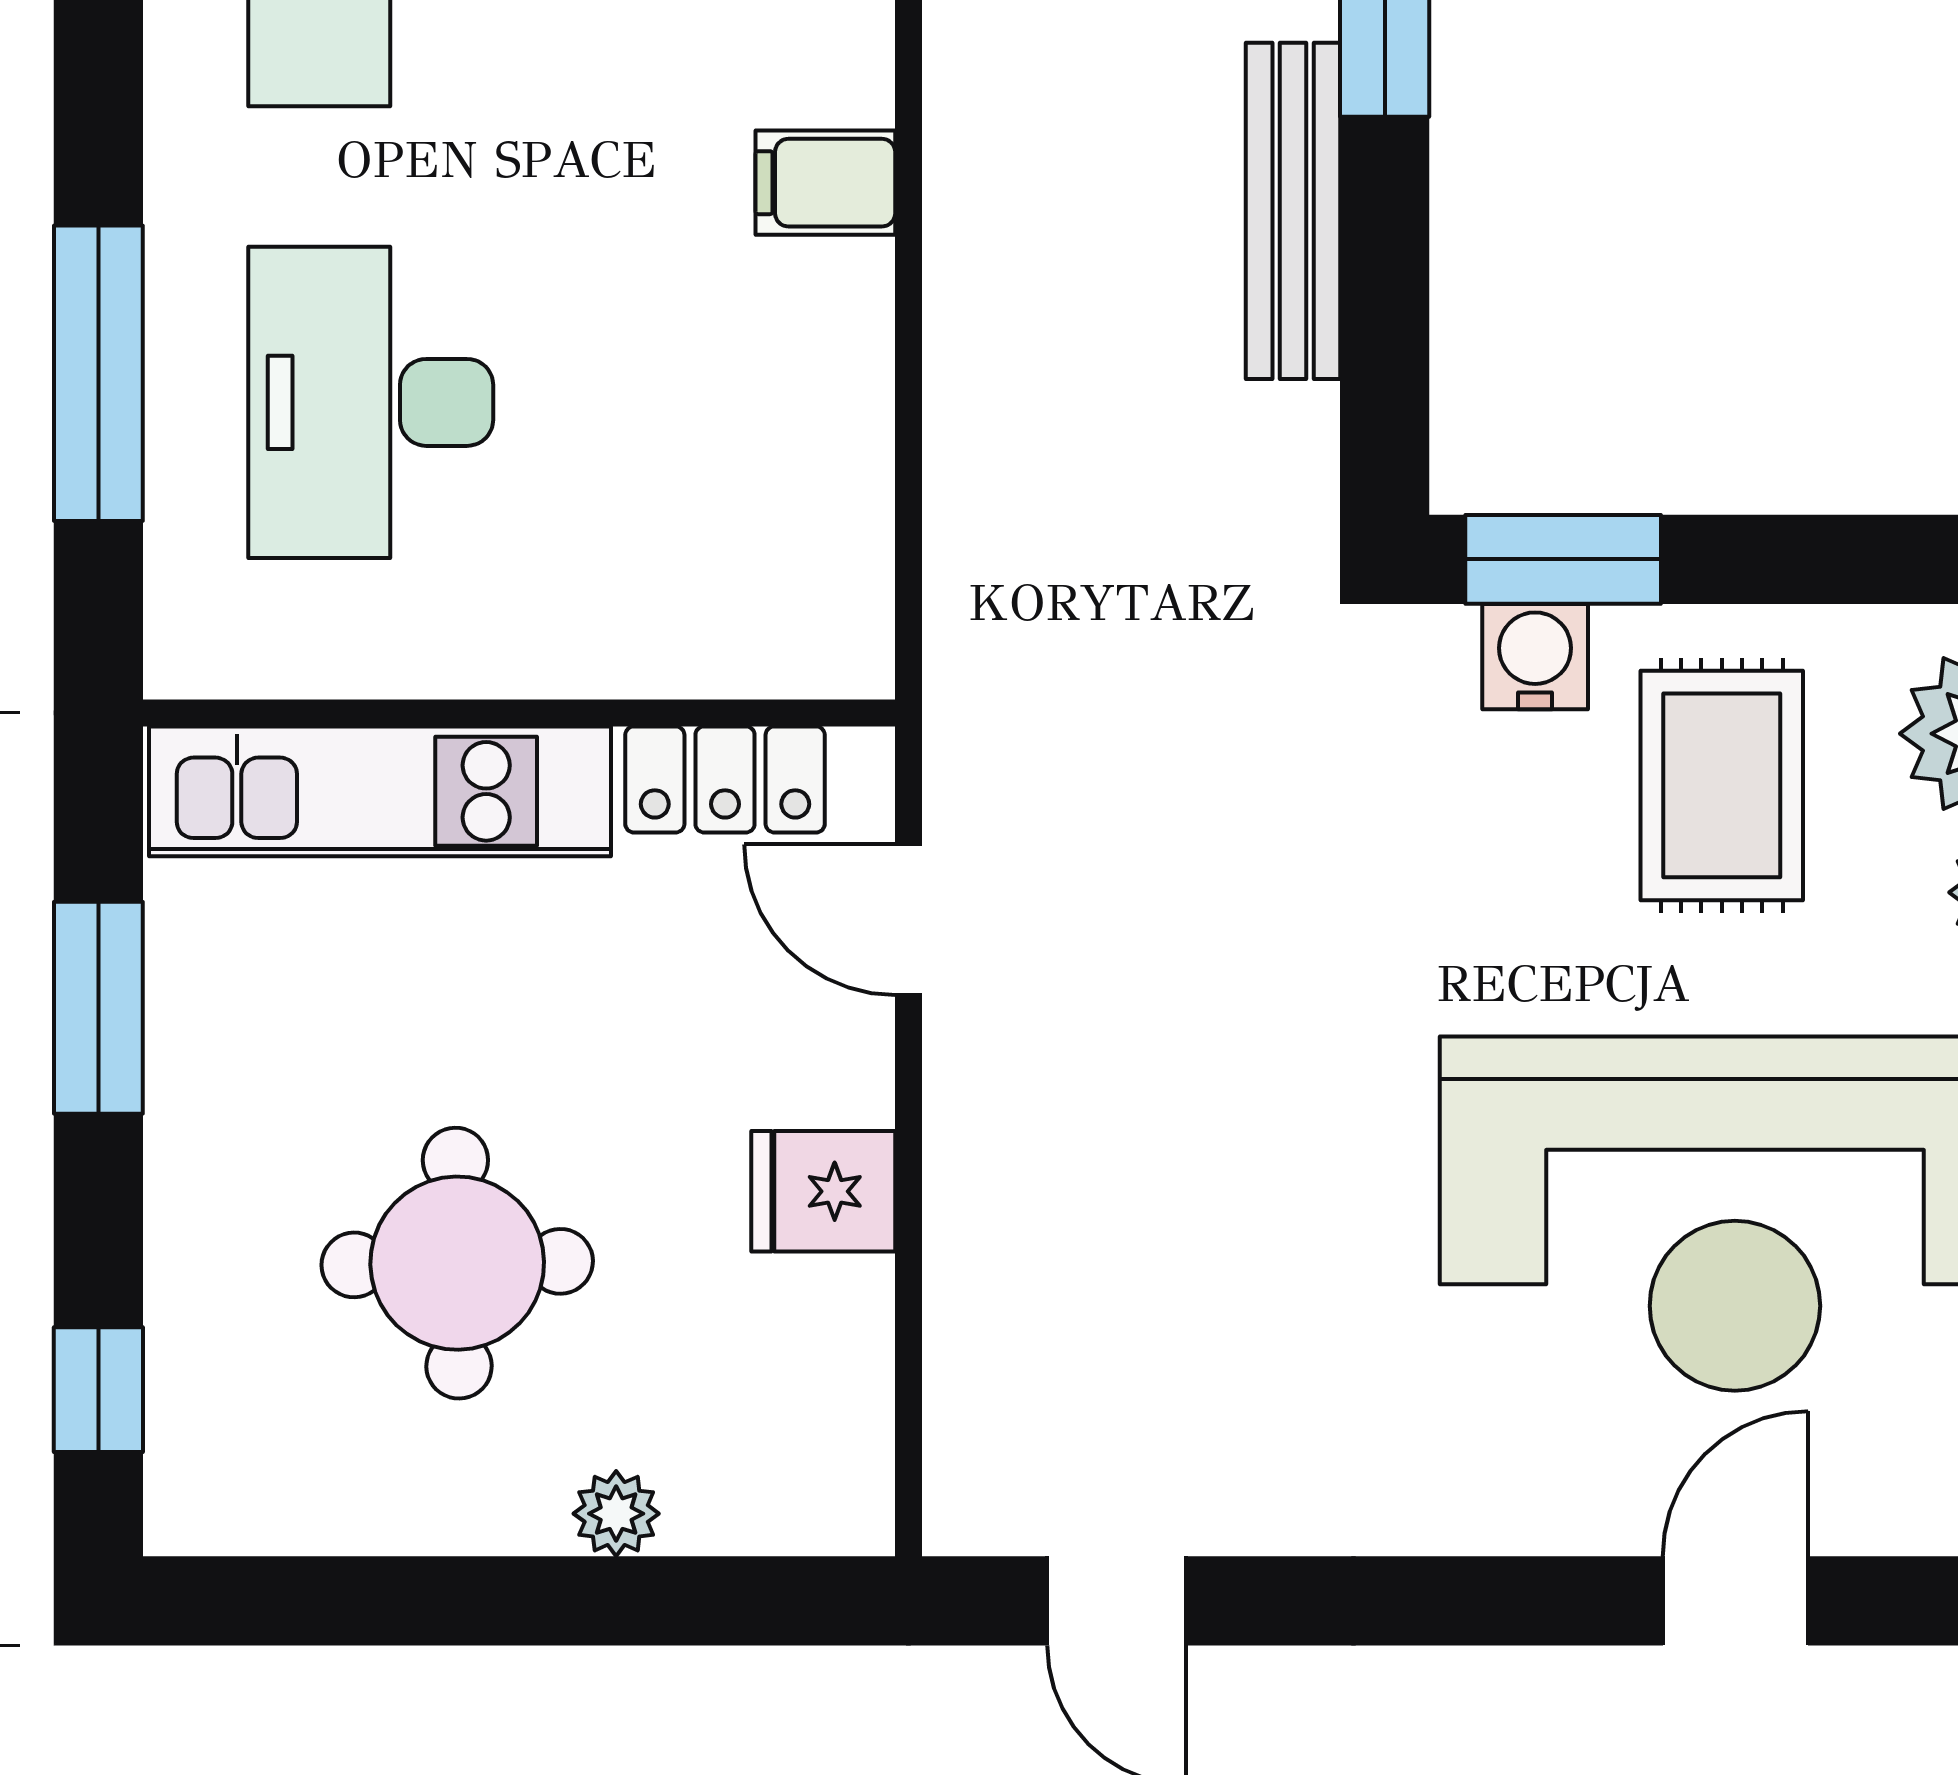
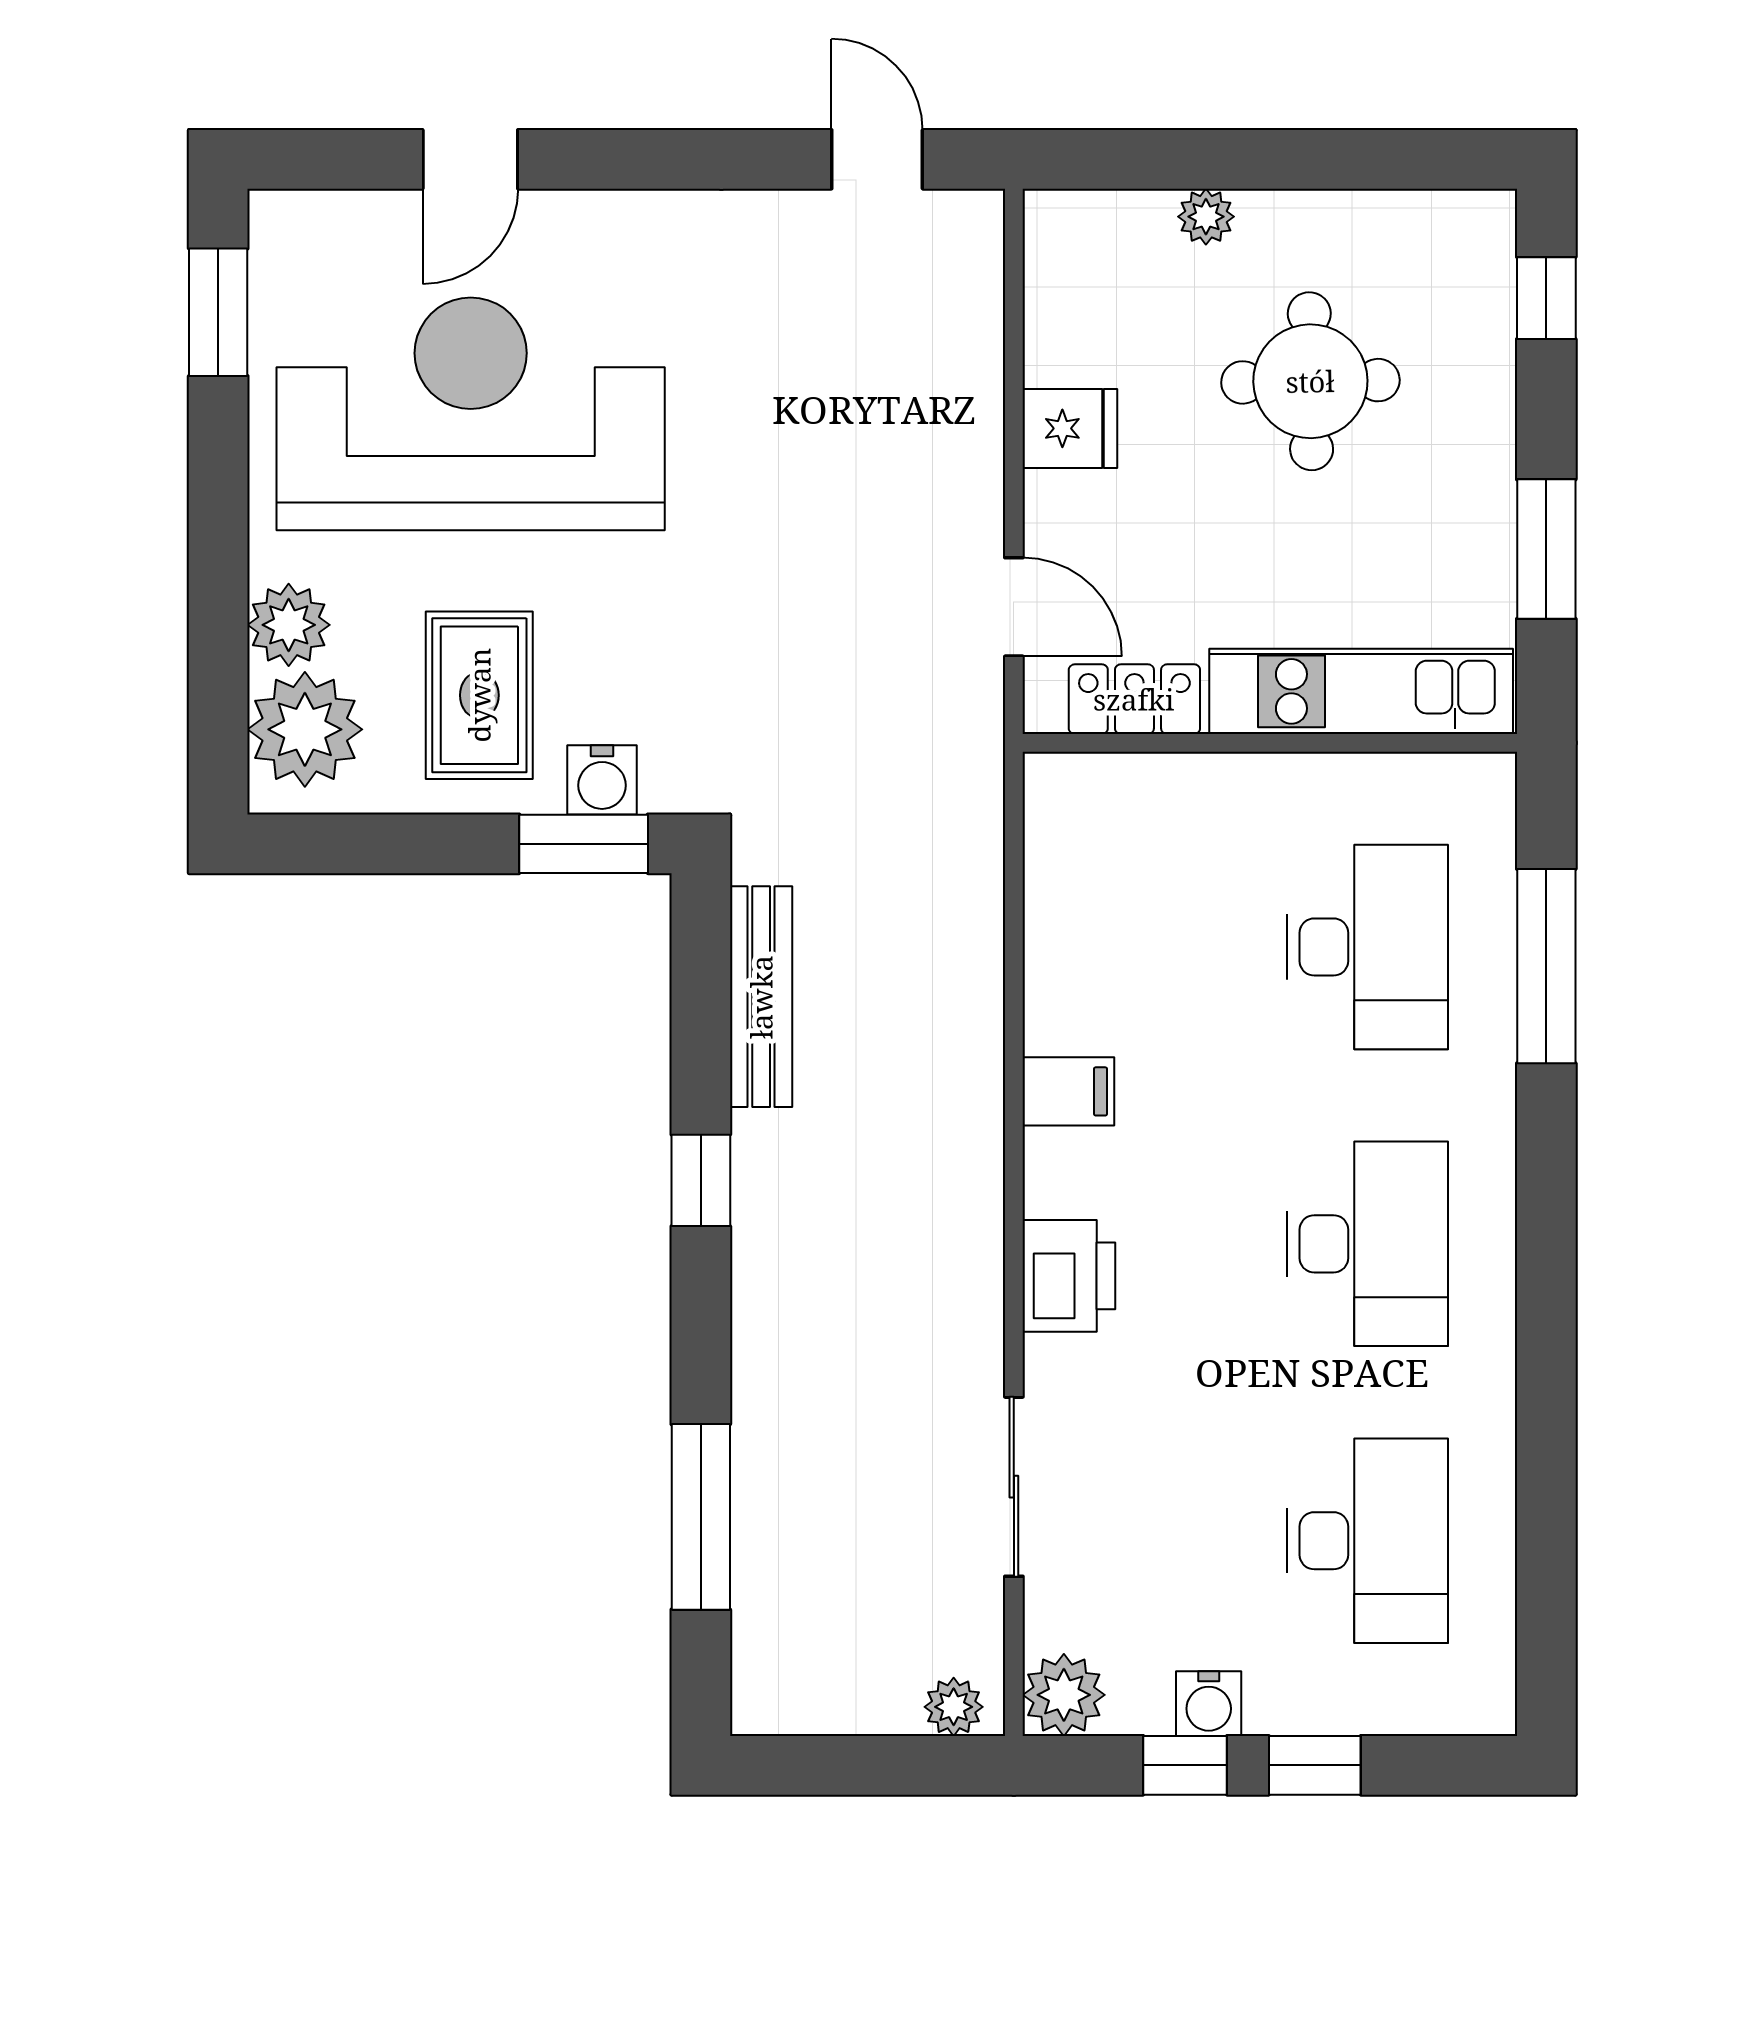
bench: (1293, 211) -> (761, 997), moved

